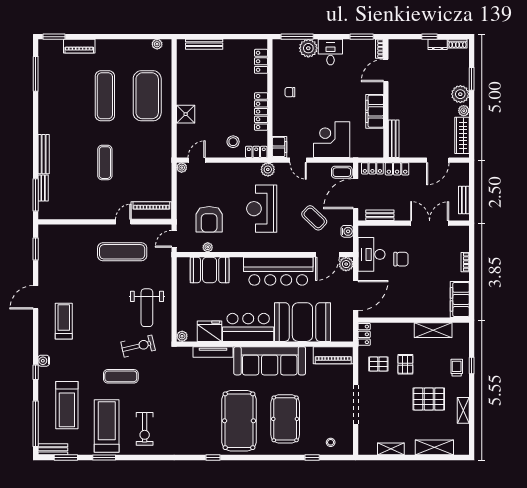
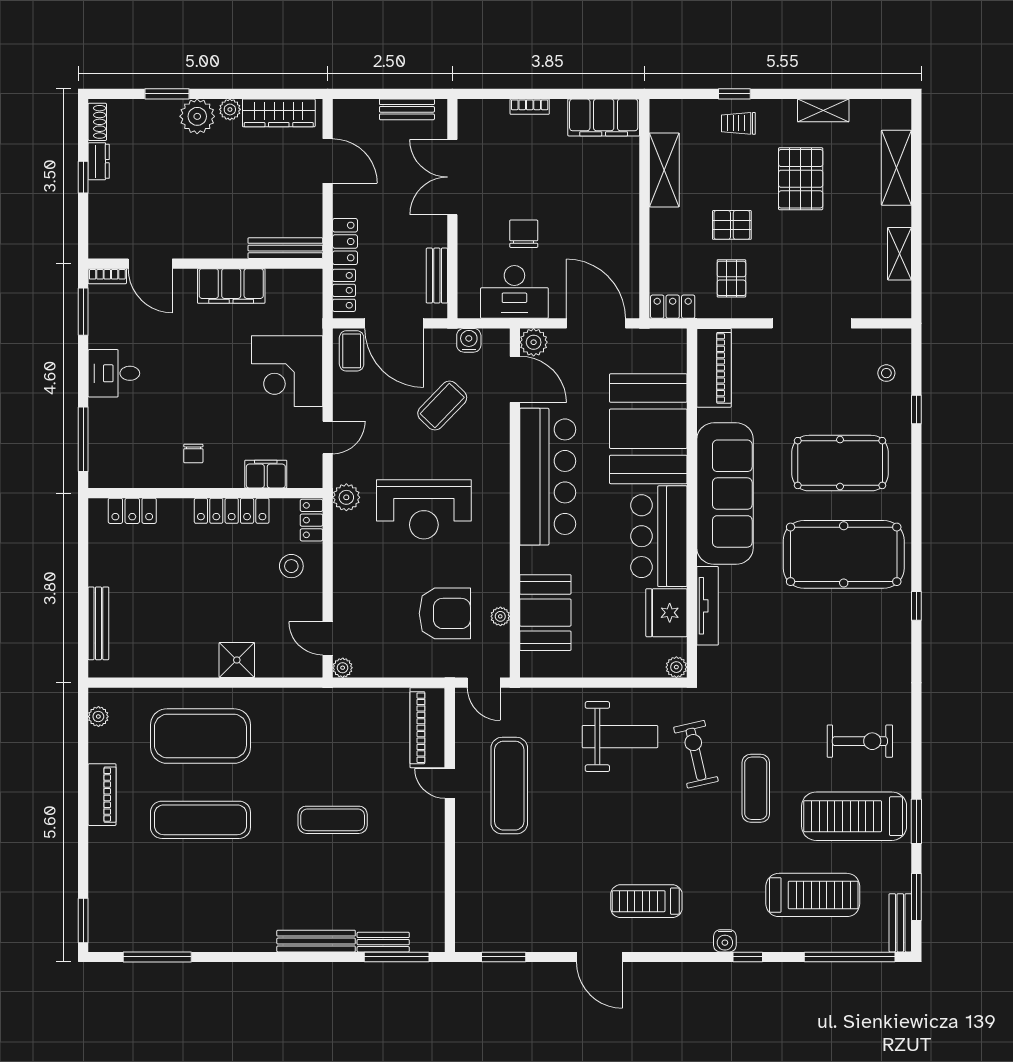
piano: (79, 46) -> (102, 795), moved
plant: (308, 48) -> (106, 417), removed
filing cabinet: (280, 147) -> (266, 474), moved

